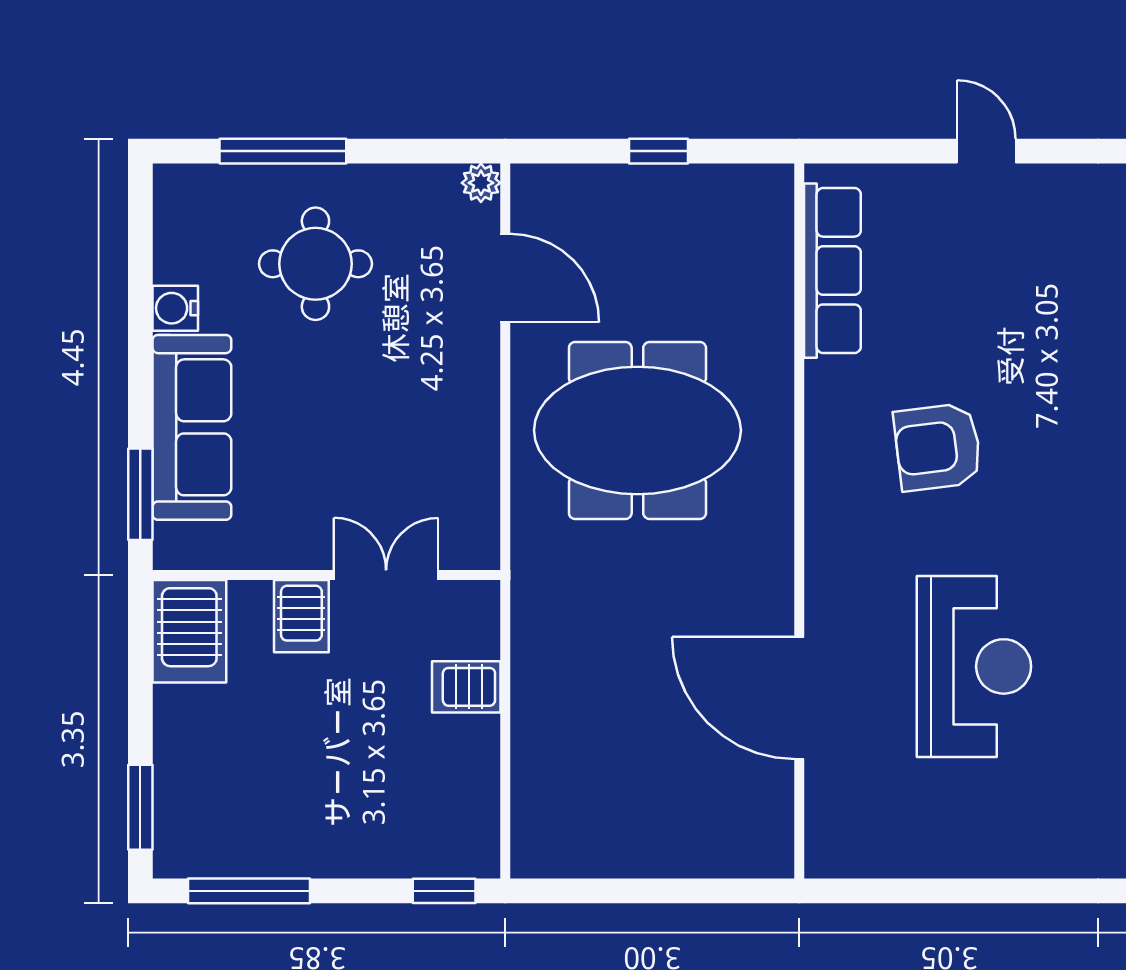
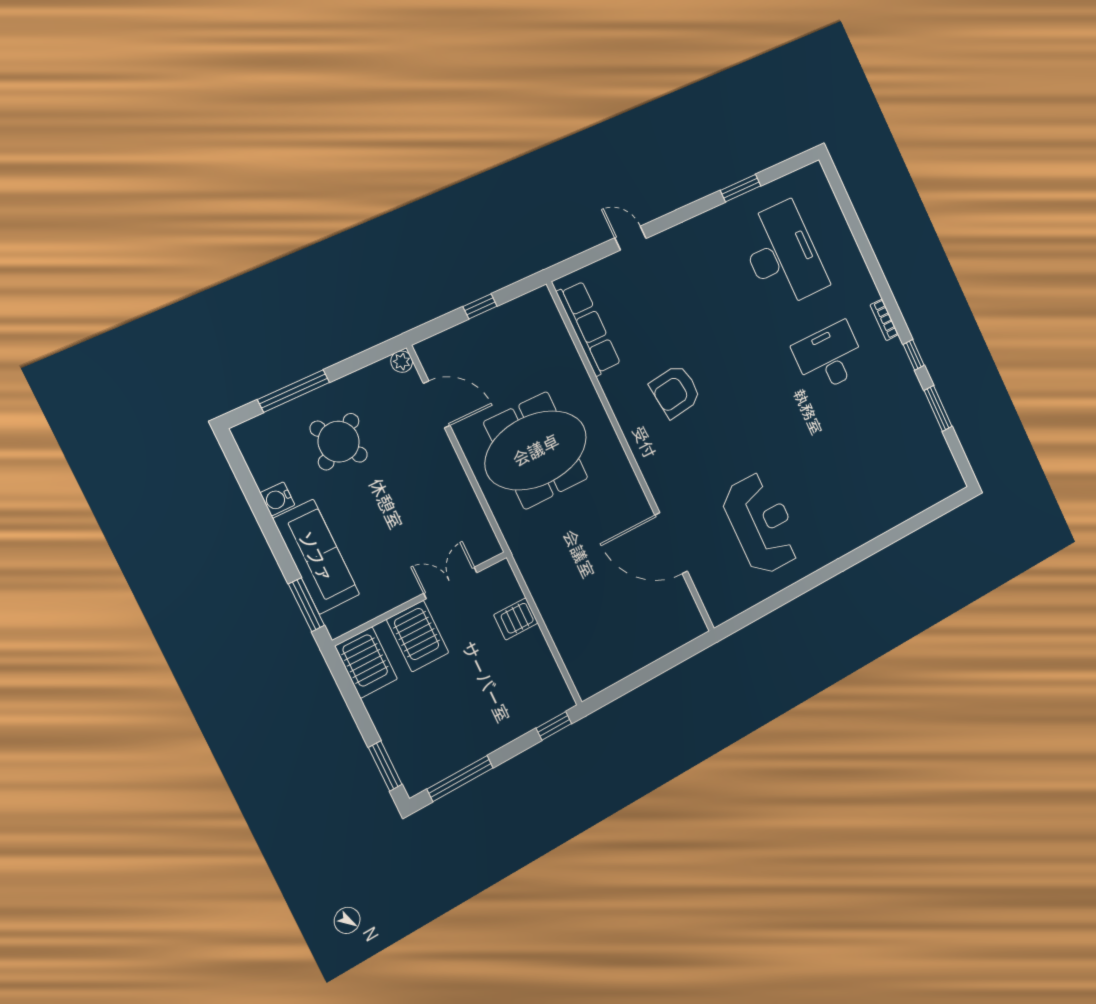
round table: (315, 264) -> (339, 442), turned -33
server rack: (301, 616) -> (418, 636), width x1.36, depth x1.44
reception desk: (974, 666) -> (762, 523), moved

